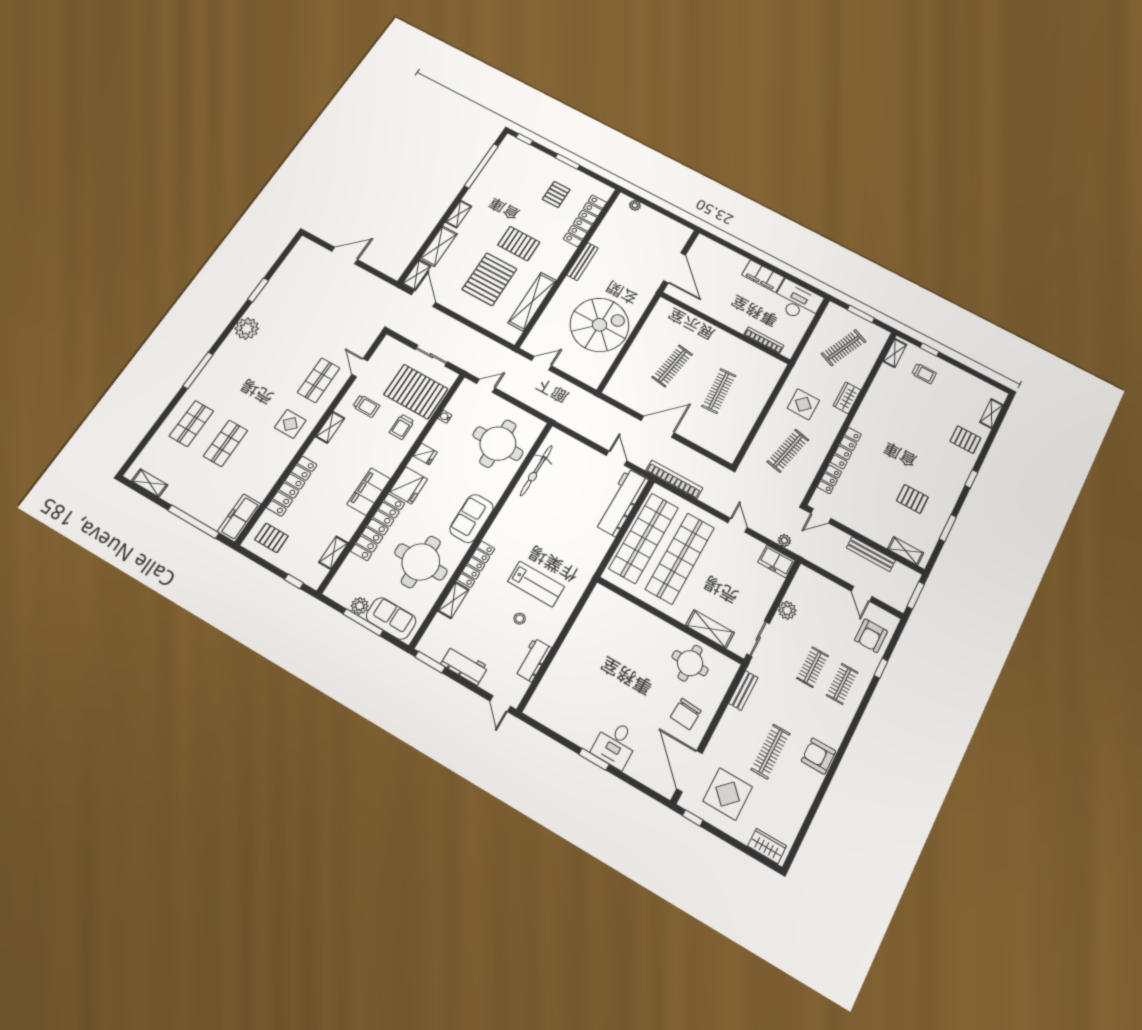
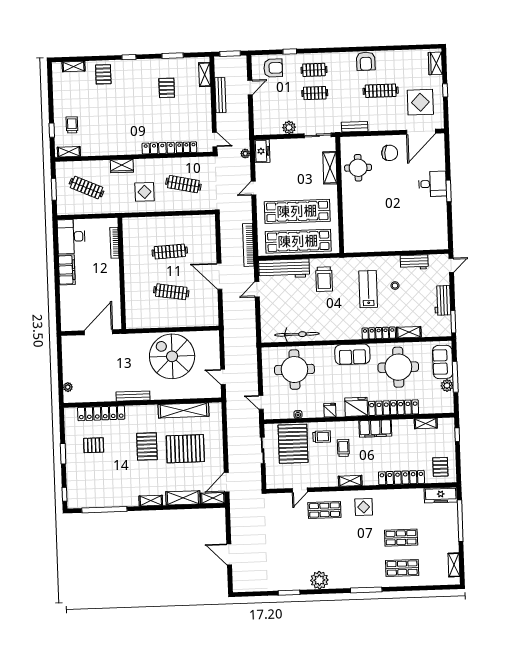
trolley: (366, 406) -> (343, 448), moved
trolley: (580, 540) -> (324, 279), added
window: (693, 818) -> (445, 90), moved

